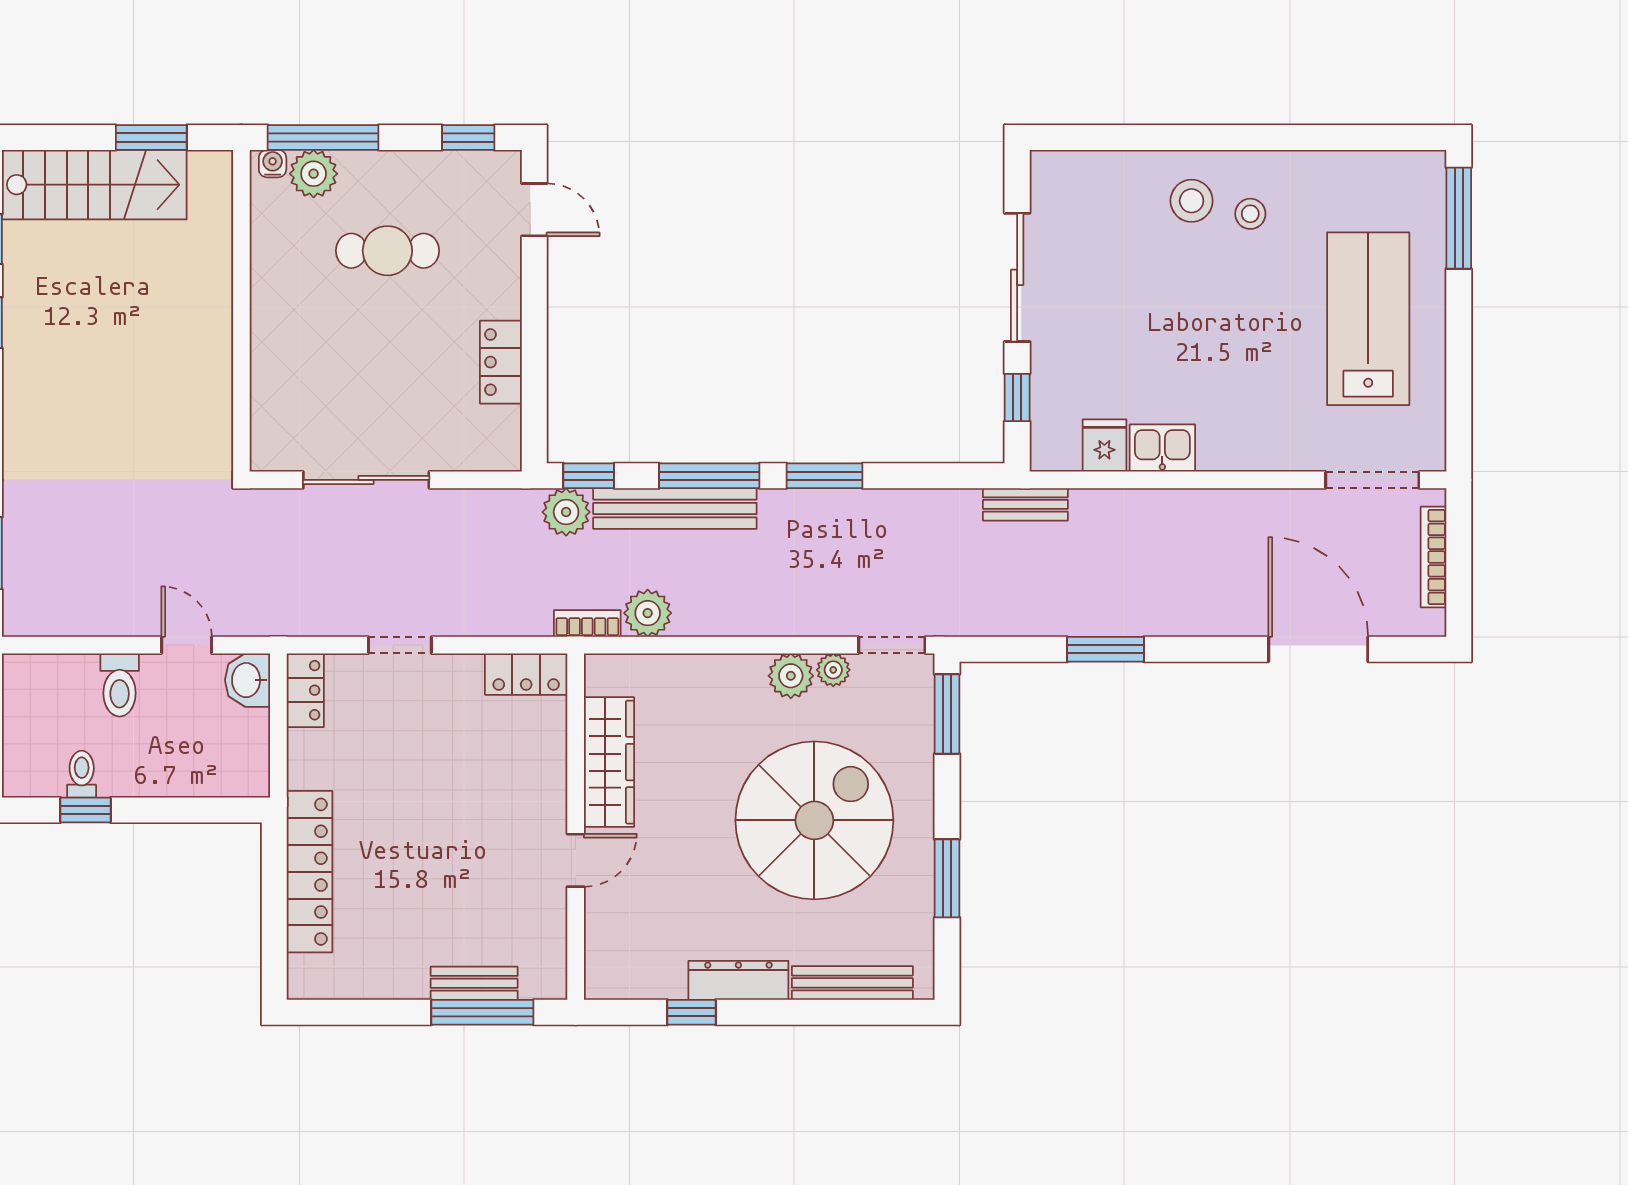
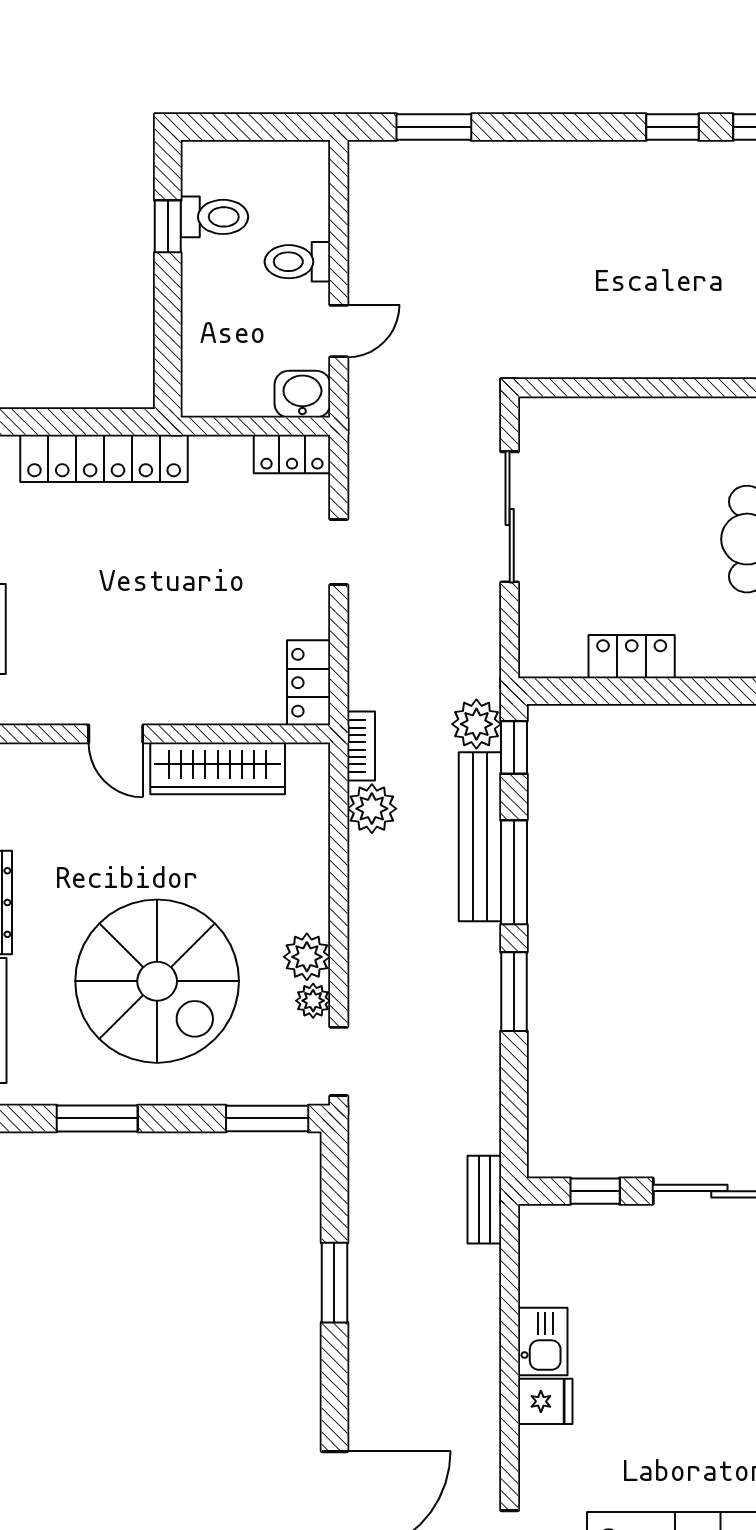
fridge: (1104, 446) -> (545, 1401), moved
toilet: (82, 774) -> (214, 217), width x1.37, depth x1.39

